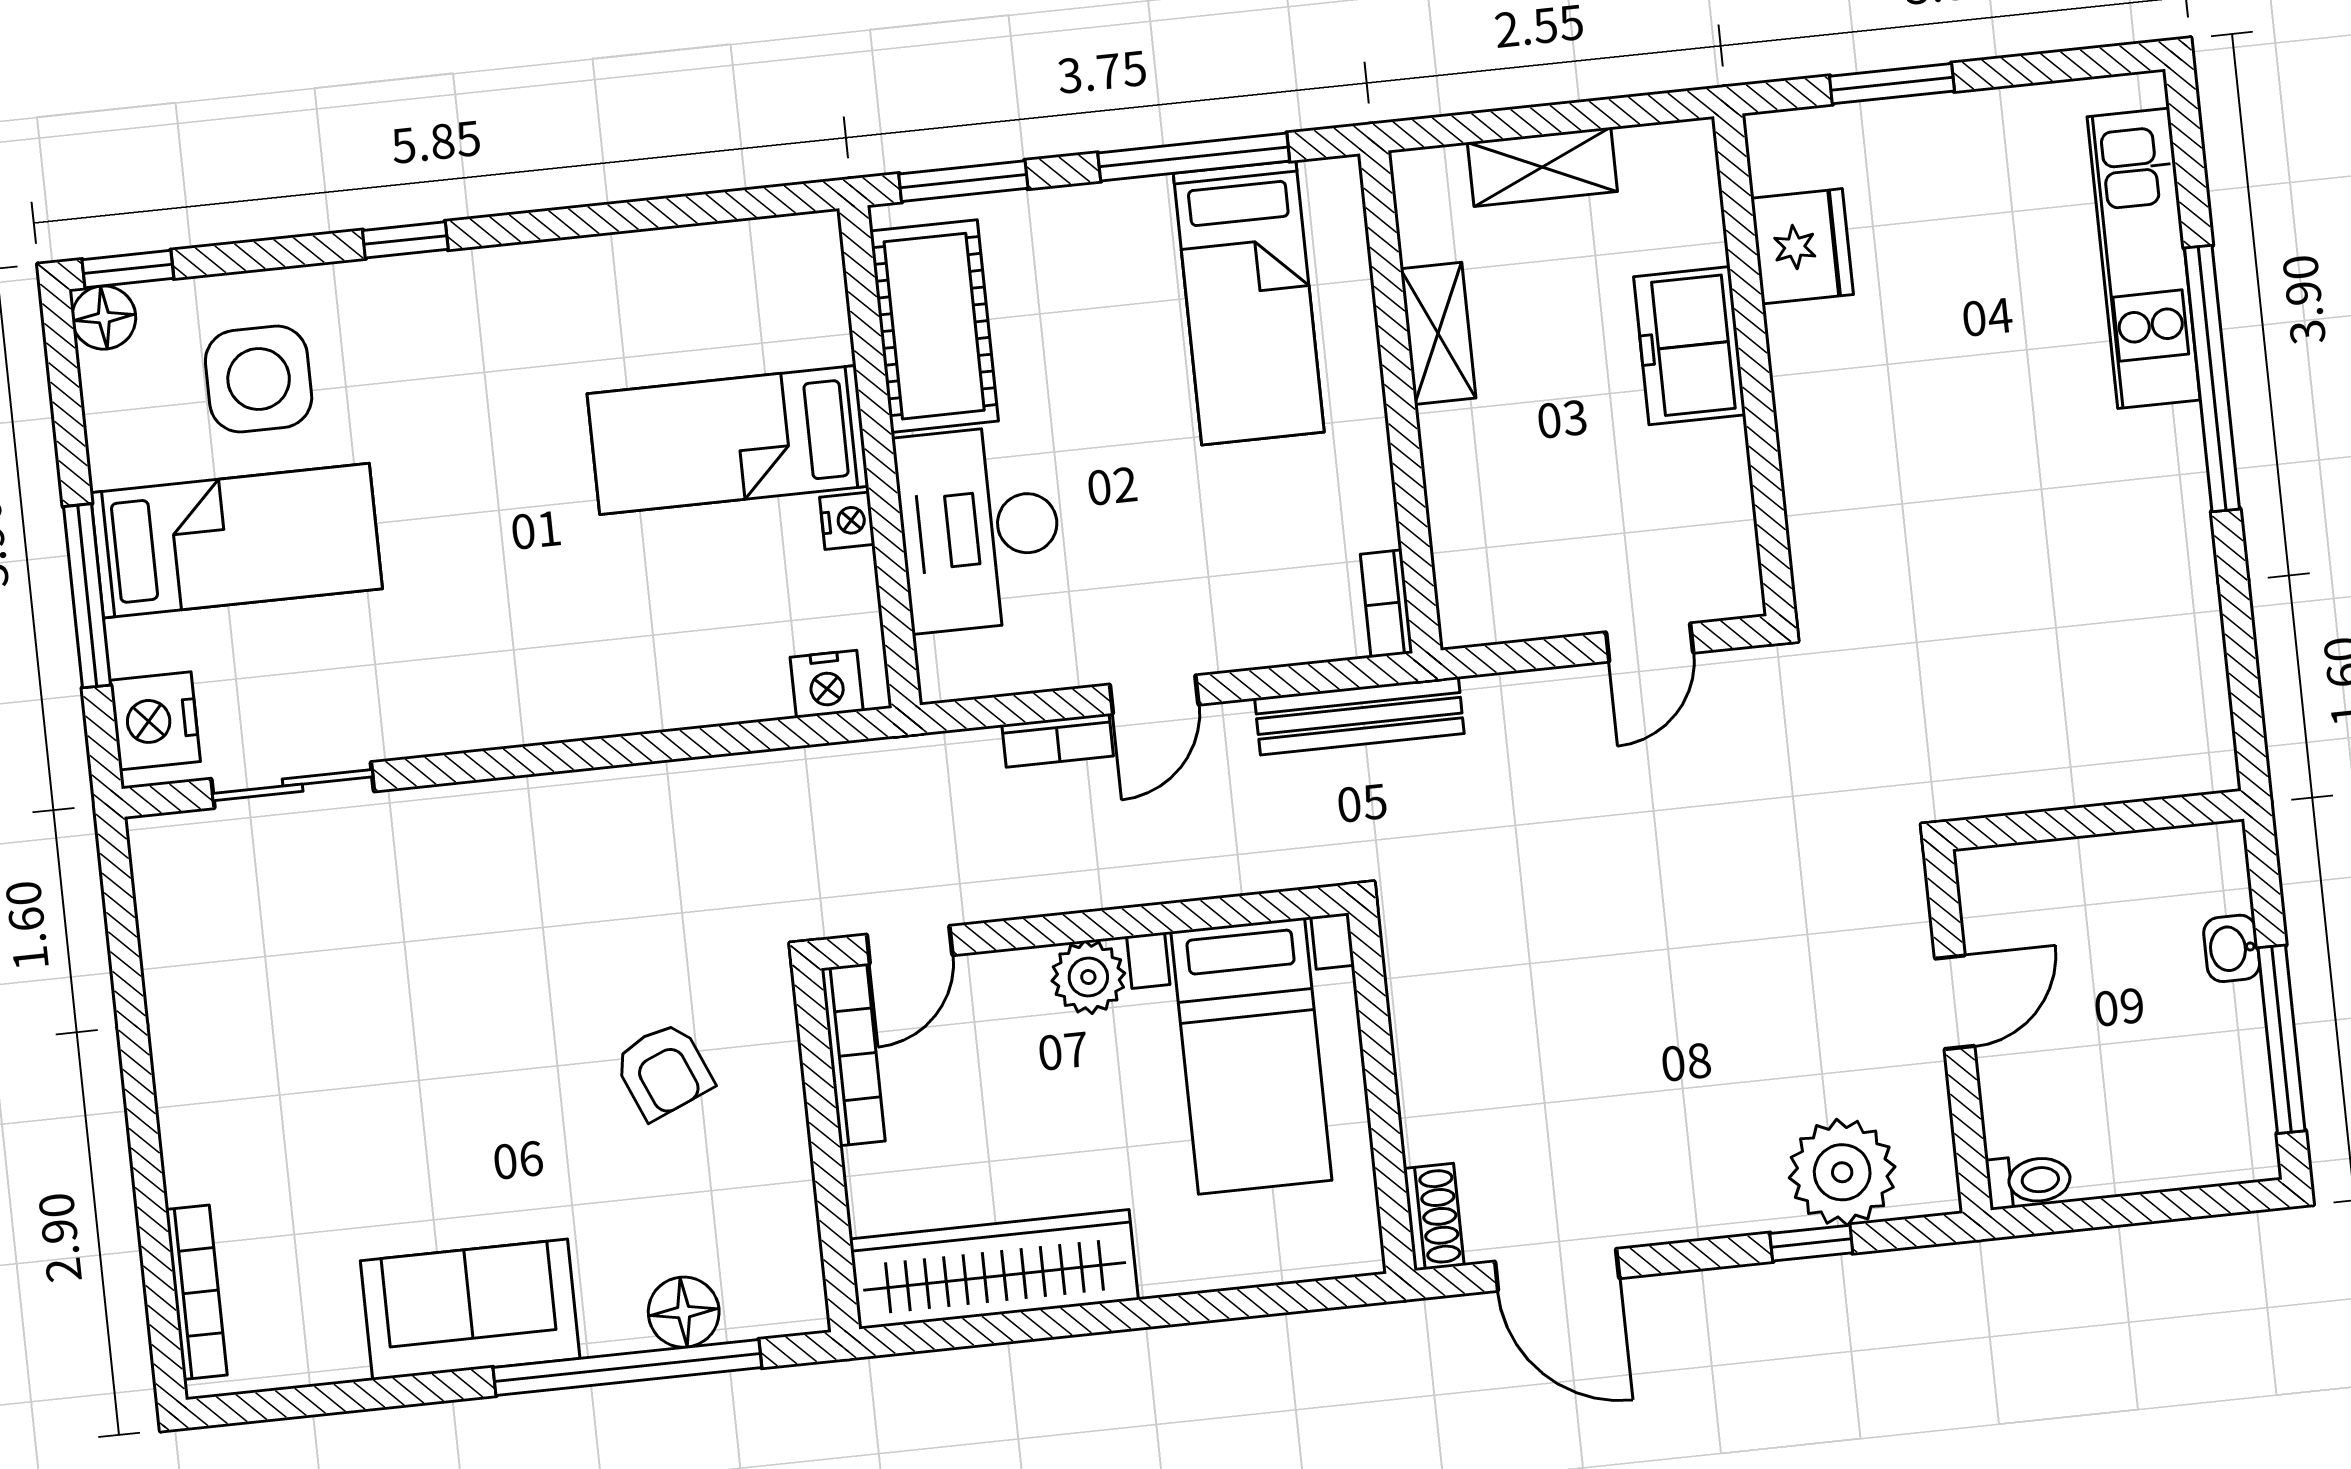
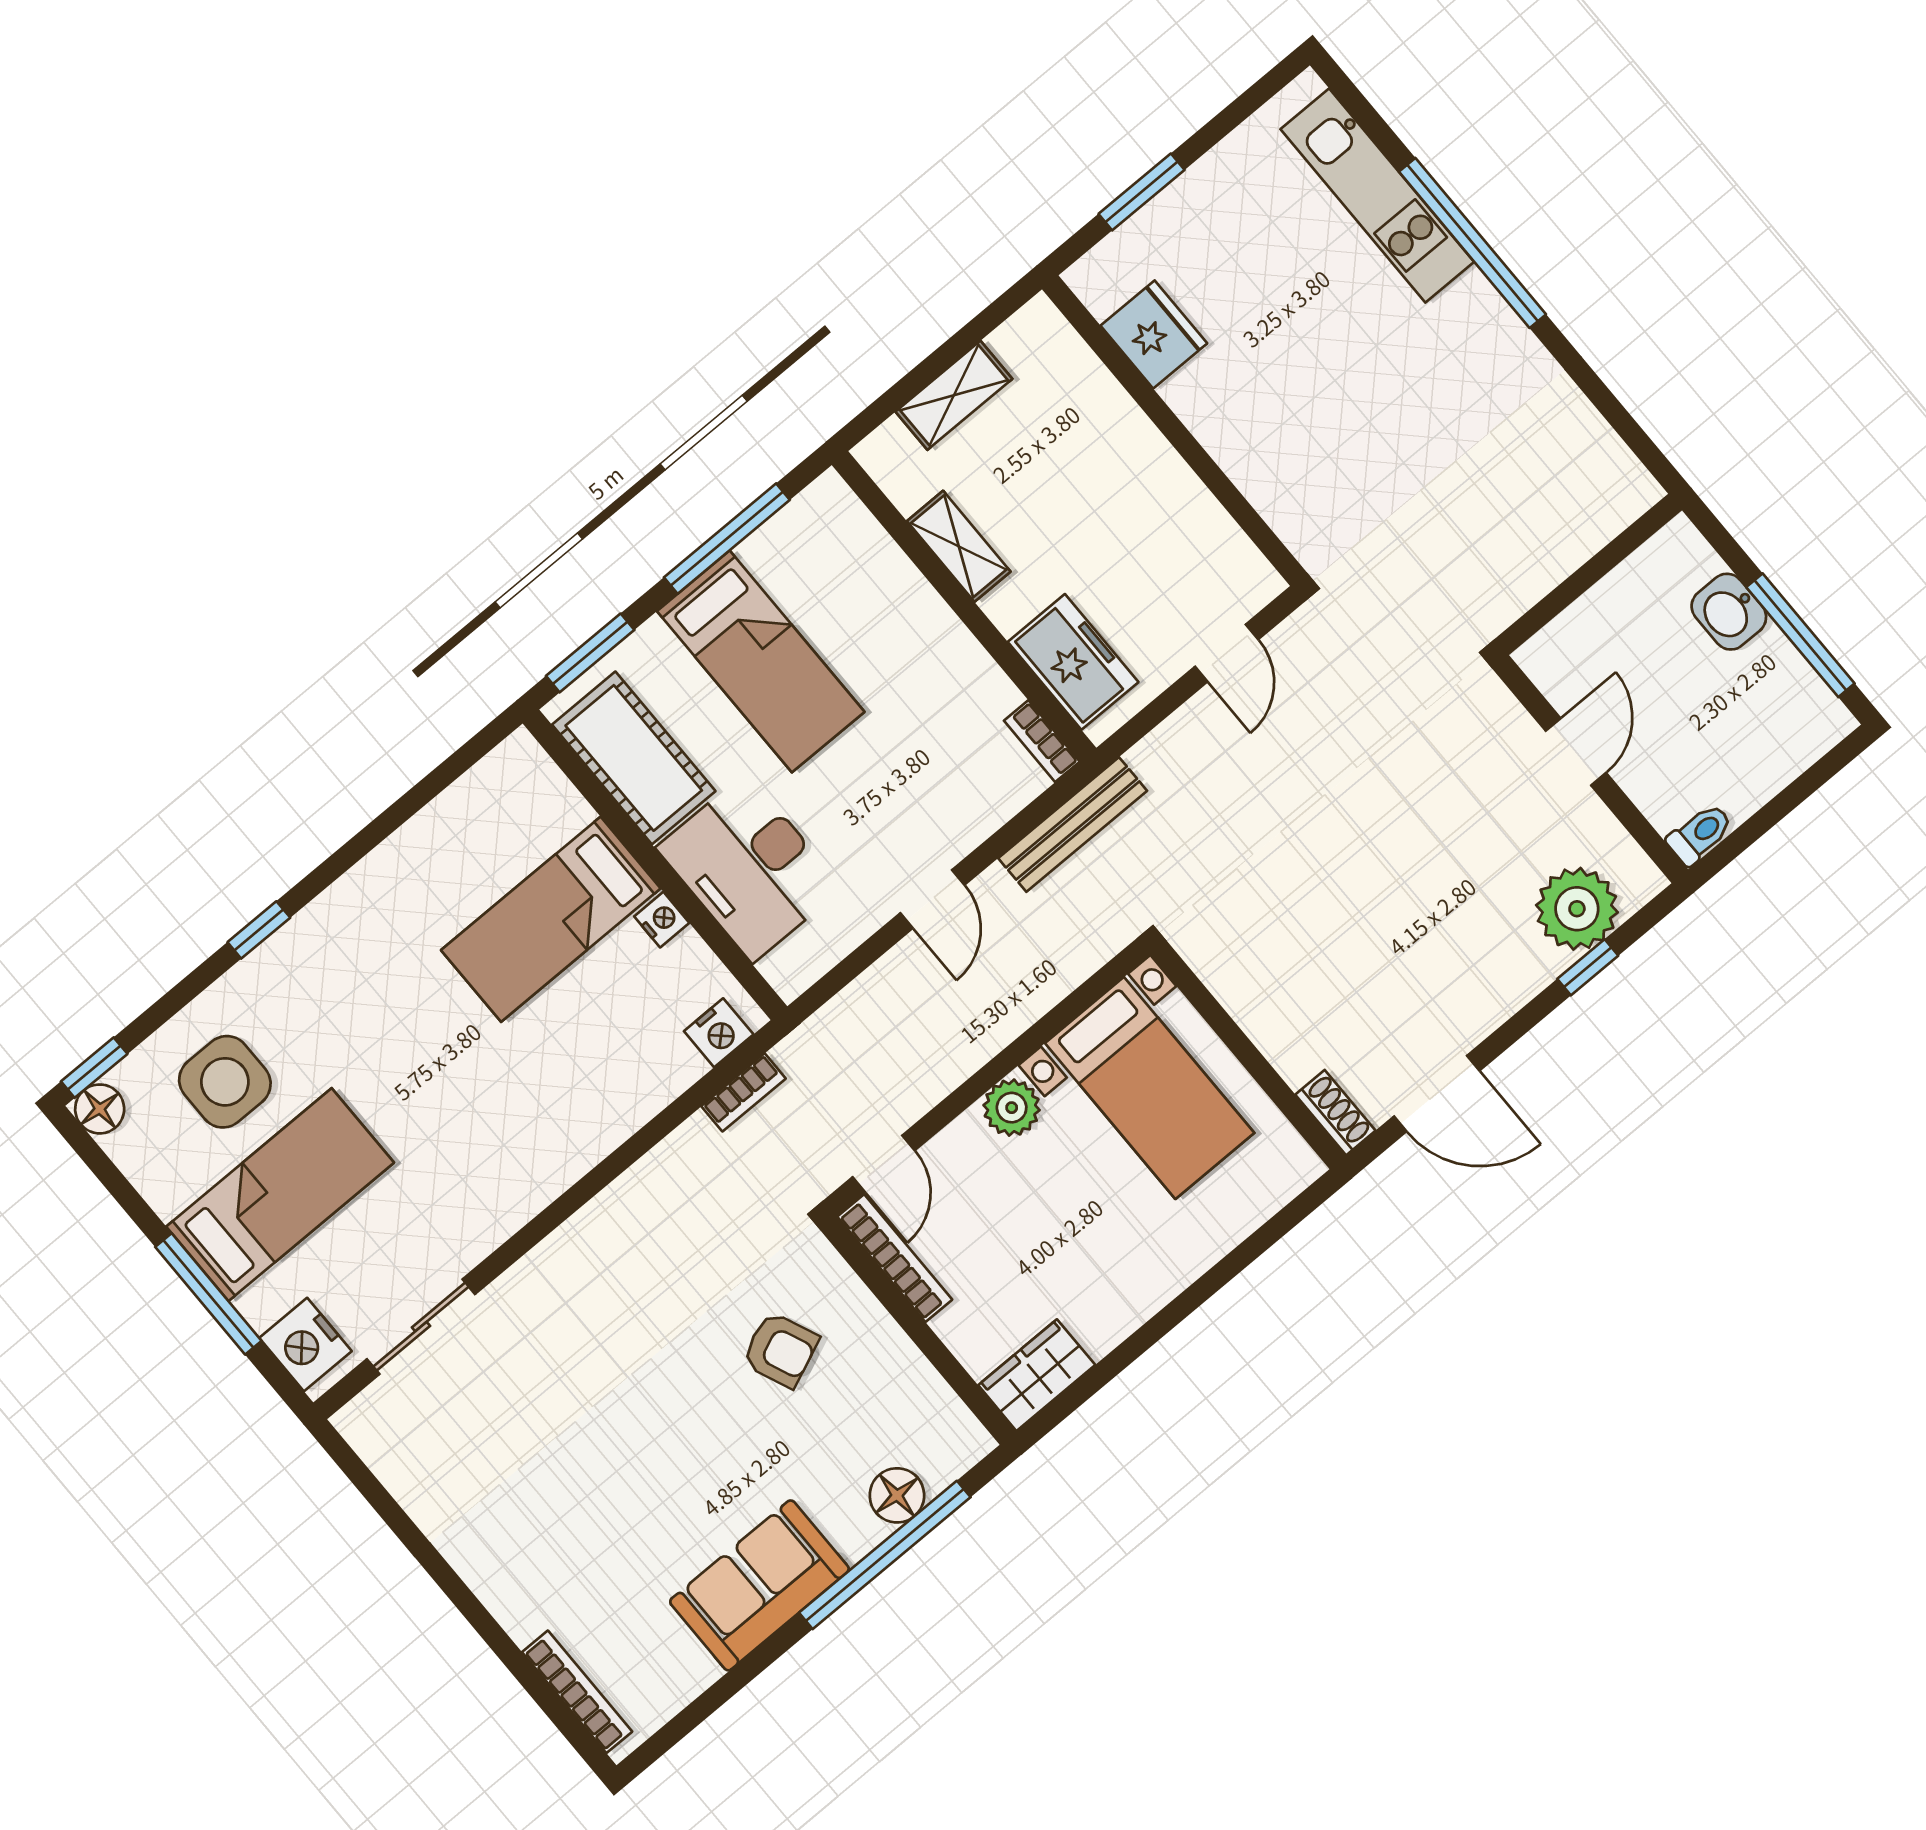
bed: (1249, 303) -> (761, 661), moved
freezer: (1690, 346) -> (1073, 662), moved, turned 180
bookcase: (1058, 740) -> (744, 1092), moved
washbasin: (2232, 948) -> (1729, 612), width x1.38, depth x1.45
wardrobe: (994, 1269) -> (1037, 1375), width x0.48, depth x0.85

